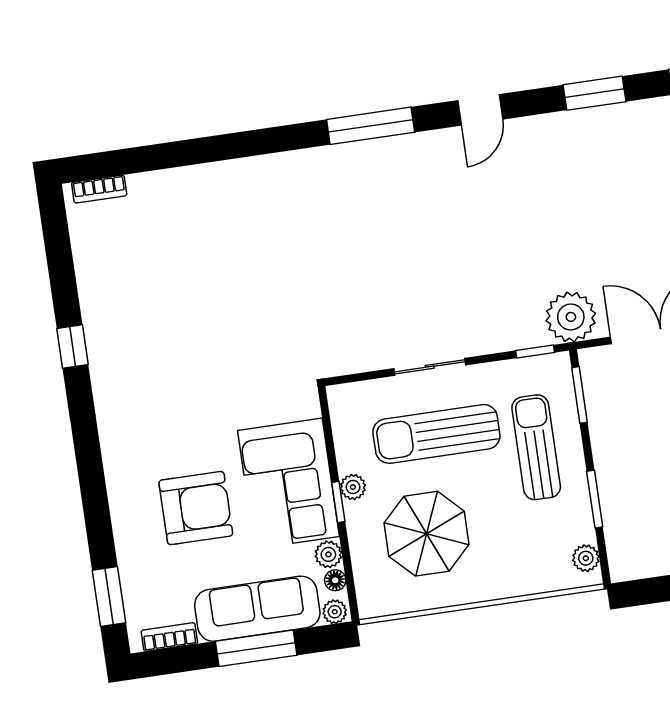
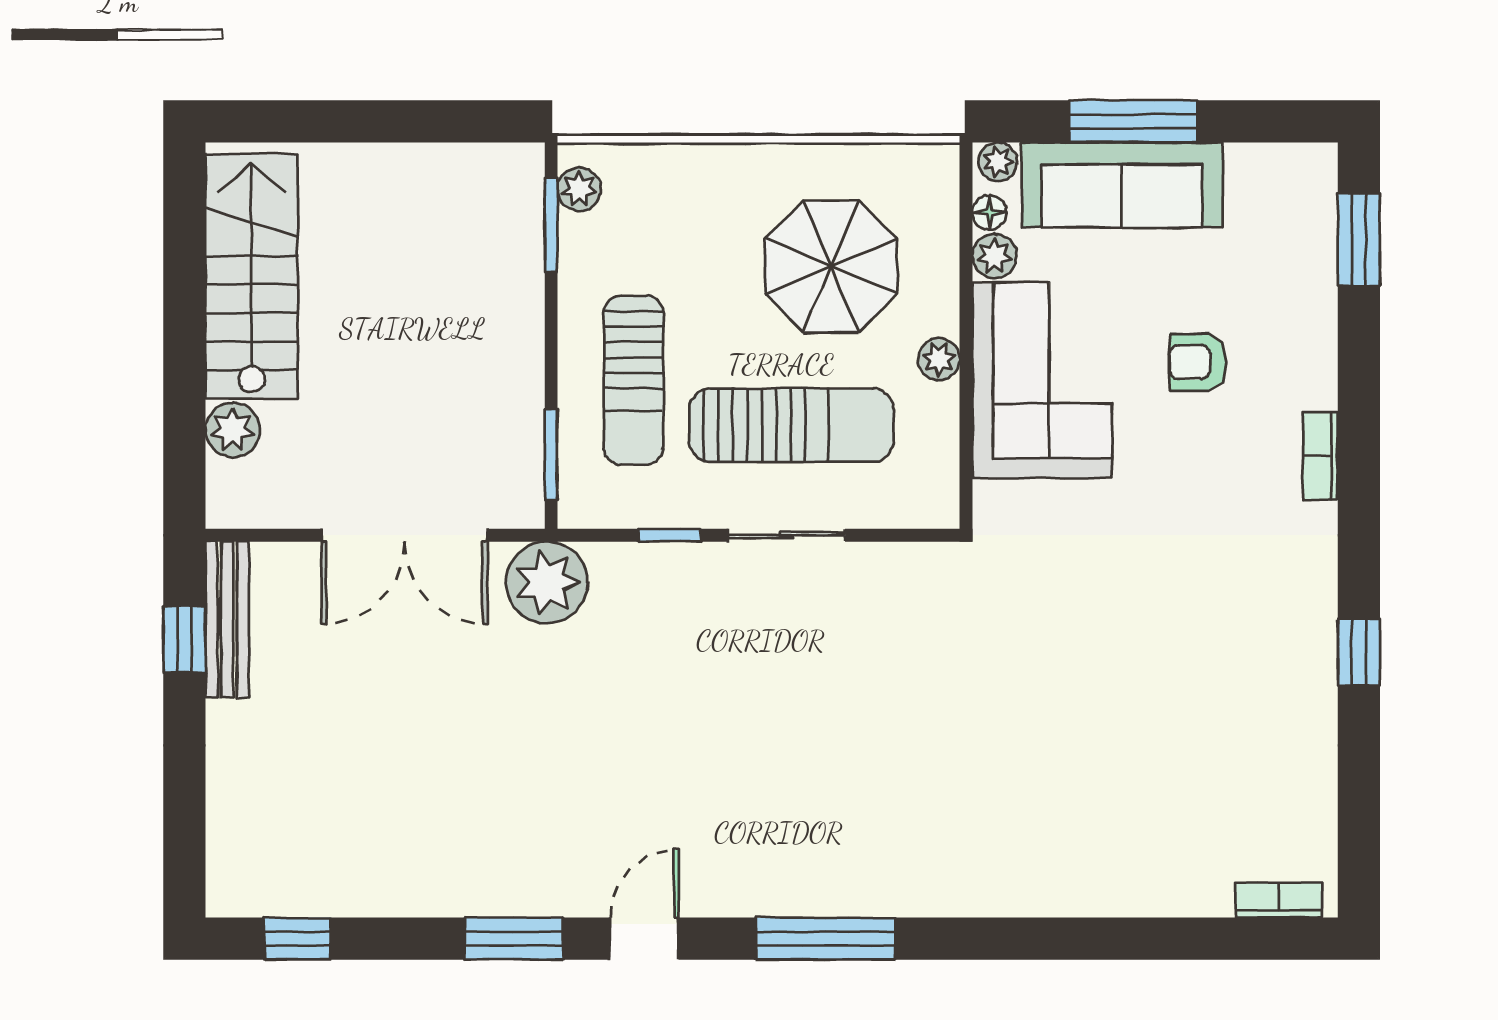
window: (594, 93) -> (514, 939), moved
window: (535, 351) -> (670, 535), moved
window: (595, 499) -> (551, 225), moved
window: (338, 502) -> (966, 338), removed
armchair: (196, 508) -> (1198, 362), width x0.53, depth x0.53
bookcase: (169, 637) -> (1320, 456), moved, turned 90

